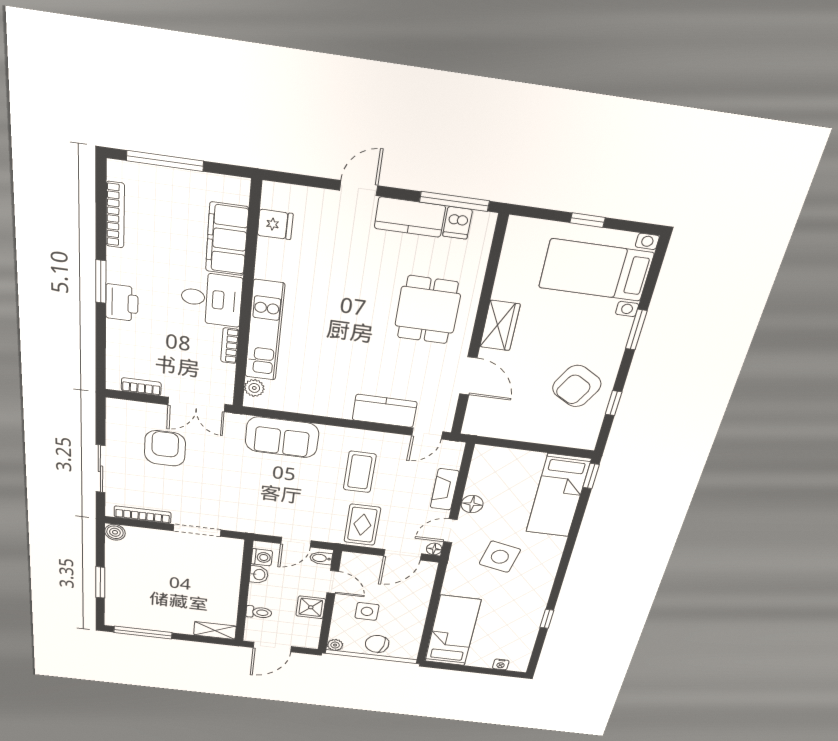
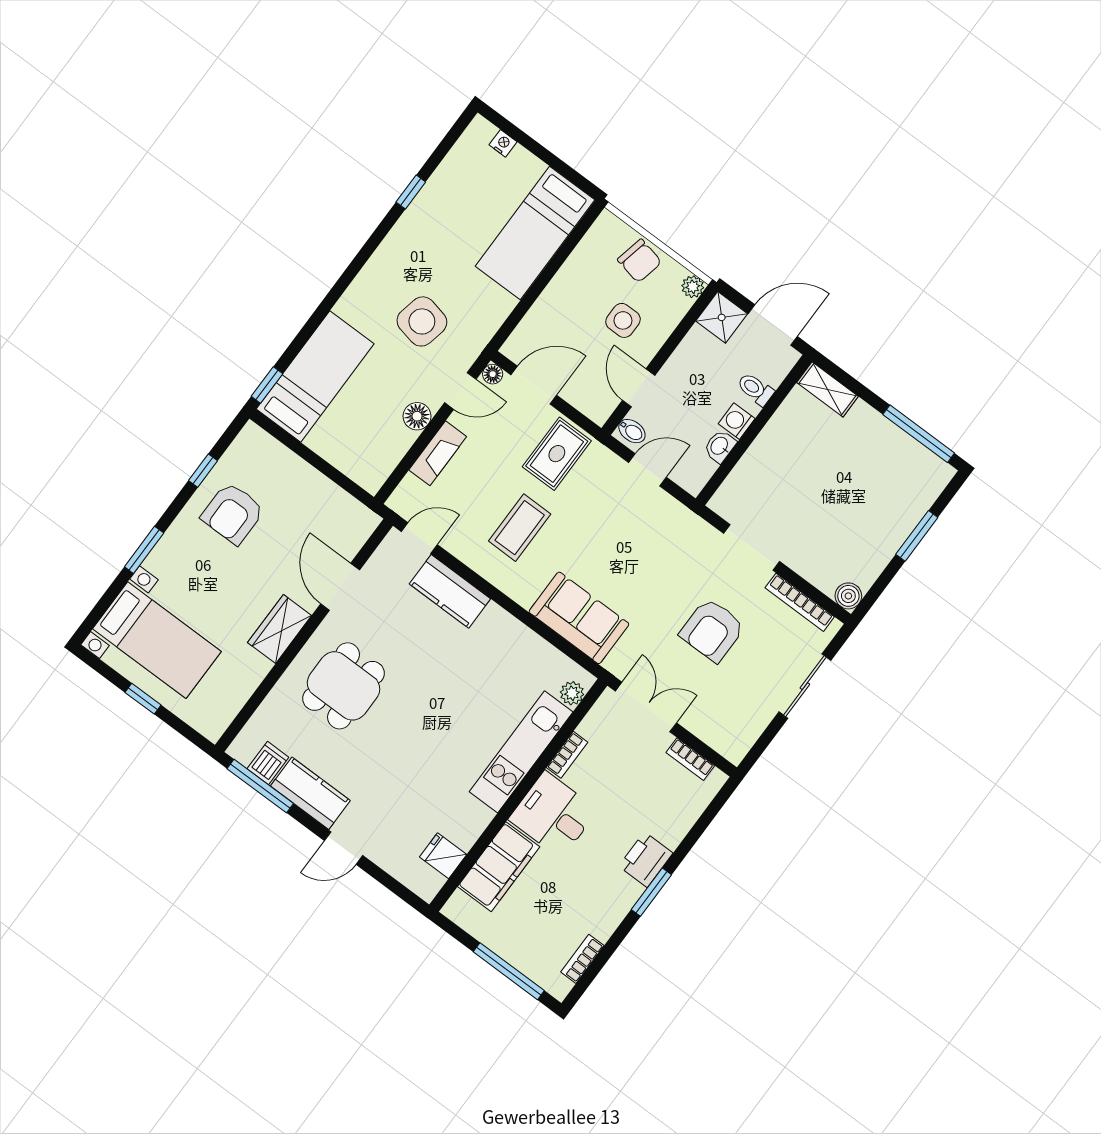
bookcase: (115, 215) -> (582, 959), width x0.64
armchair: (577, 386) -> (233, 513), turned 150
armchair: (165, 448) -> (712, 630), moved
washing machine: (262, 557) -> (737, 421), moved
shower: (311, 607) -> (722, 317), moved

